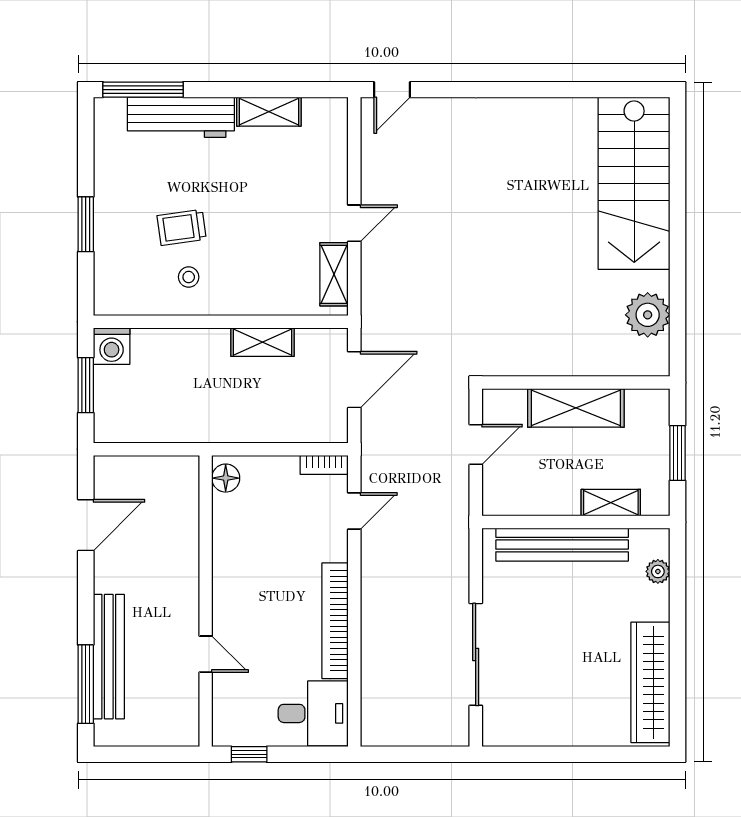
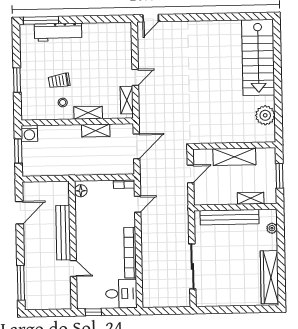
shelving: (269, 112) -> (88, 113), moved
bench: (109, 657) -> (63, 233), moved

